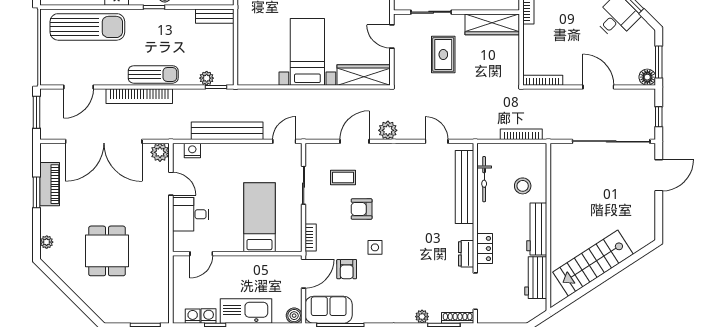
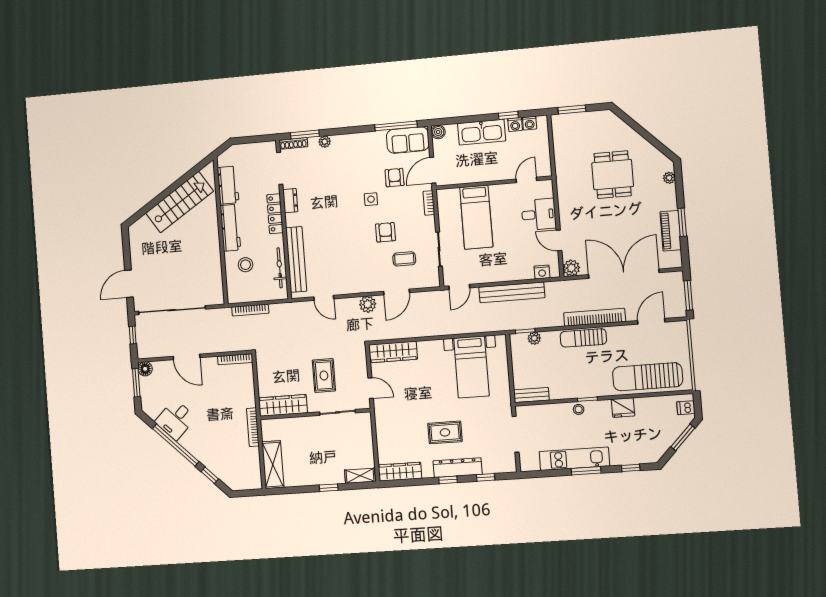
bed with nightstands: (307, 52) -> (471, 367), moved
armchair: (362, 209) -> (385, 232), turned -90
locker: (485, 249) -> (275, 214), width x1.53

